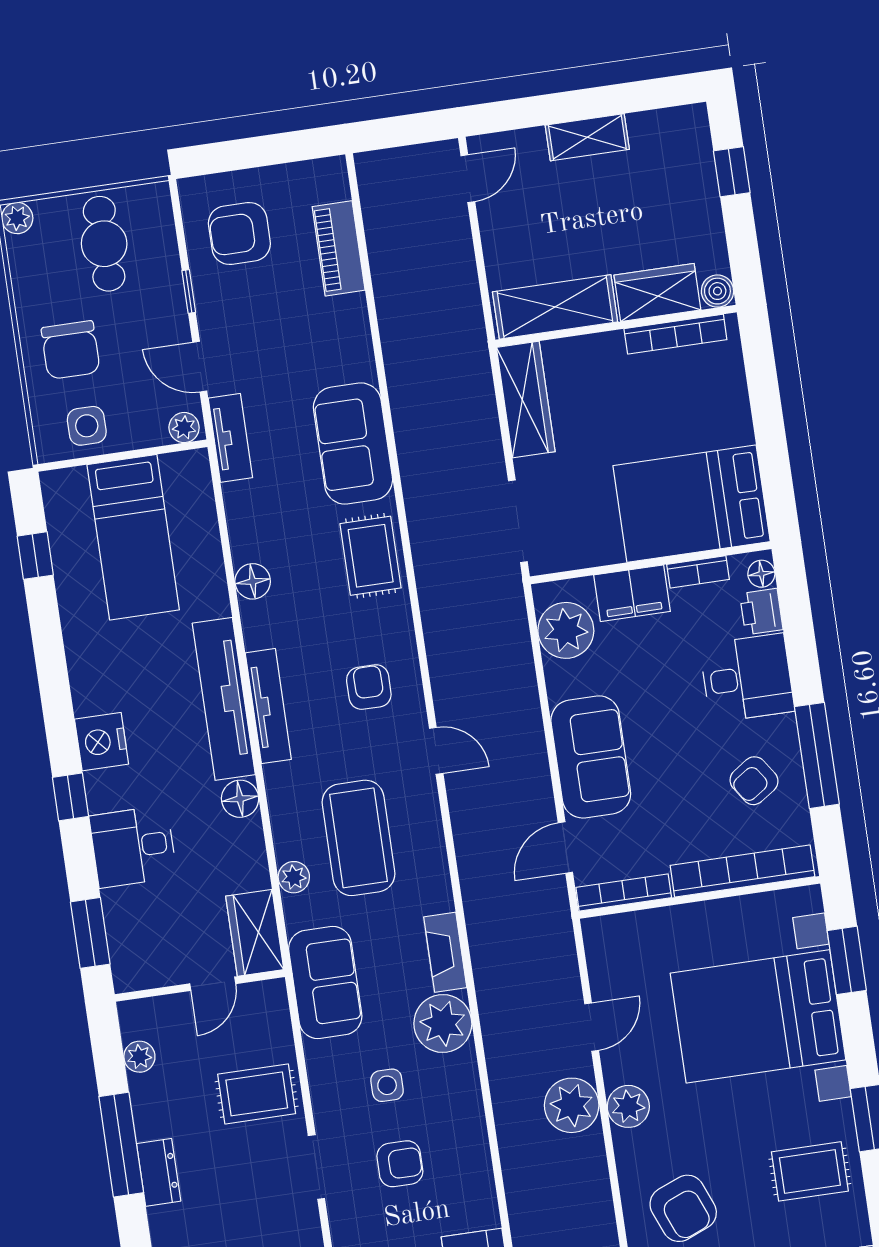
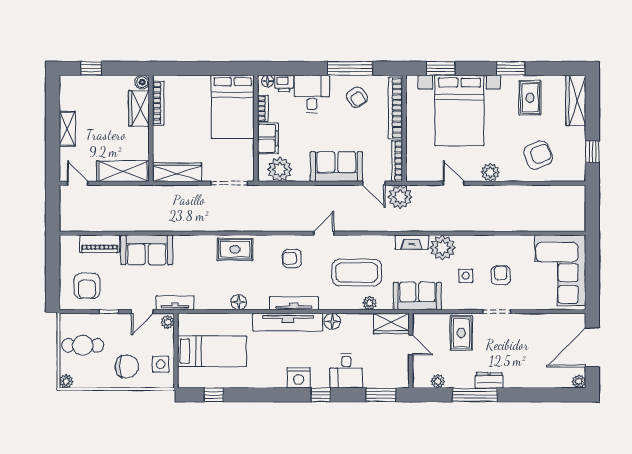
shelving: (555, 307) -> (123, 171), moved, turned 90
sofa: (353, 444) -> (147, 250), moved
plant: (572, 1105) -> (400, 197), moved

